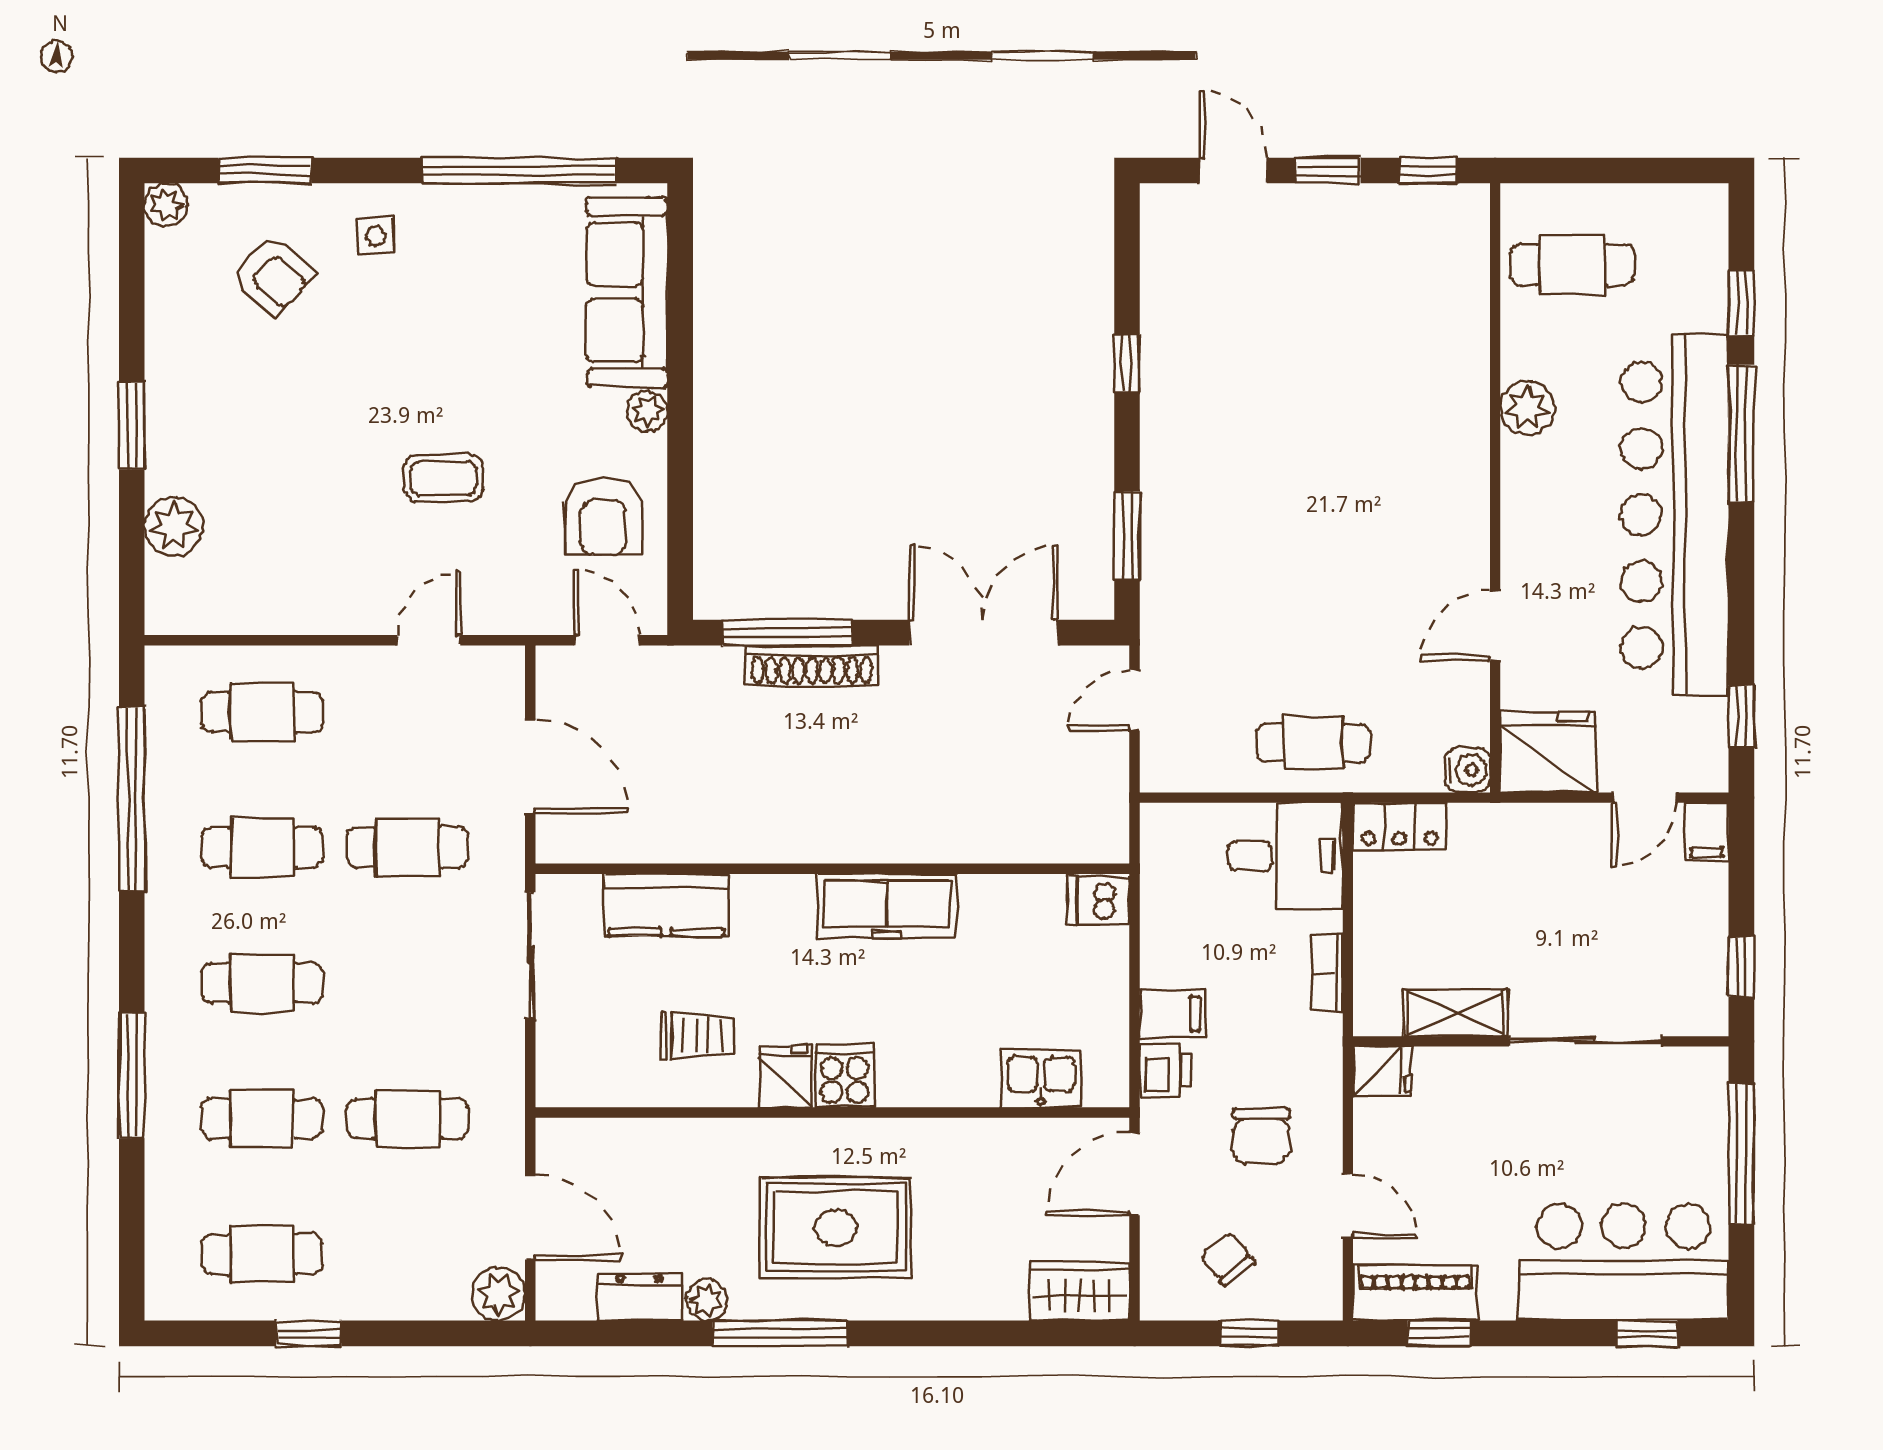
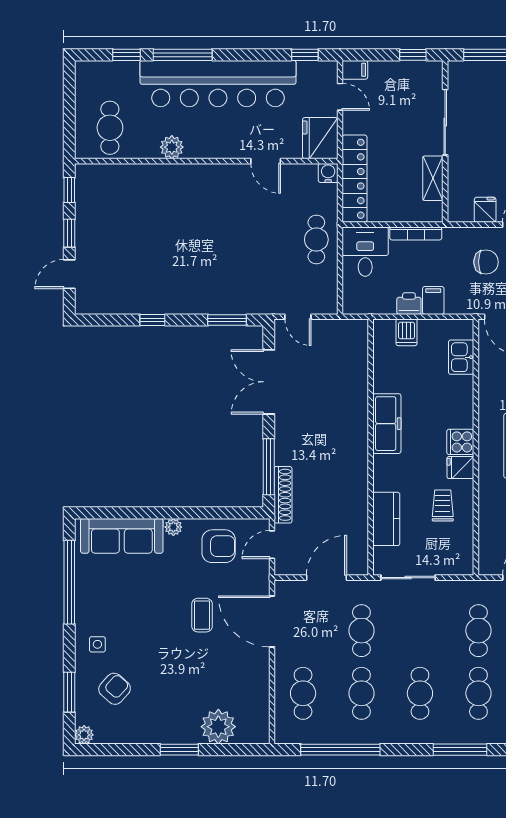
plant: (174, 526) -> (218, 727), width x1.36, depth x1.36
door: (429, 640) -> (272, 621), width x1.87
shoe rack: (812, 666) -> (283, 495), moved
locker: (1400, 826) -> (355, 179), width x2.16, depth x1.21
dishwasher: (1098, 901) -> (407, 332), moved
bookcase: (1327, 973) -> (416, 233), width x1.56
printer: (1165, 1070) -> (409, 304), moved
fridge: (1382, 1071) -> (485, 210), moved

